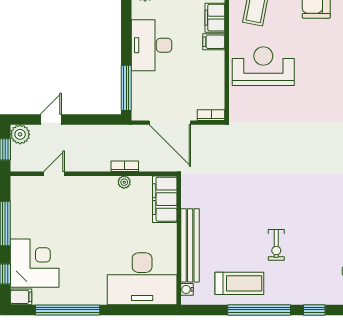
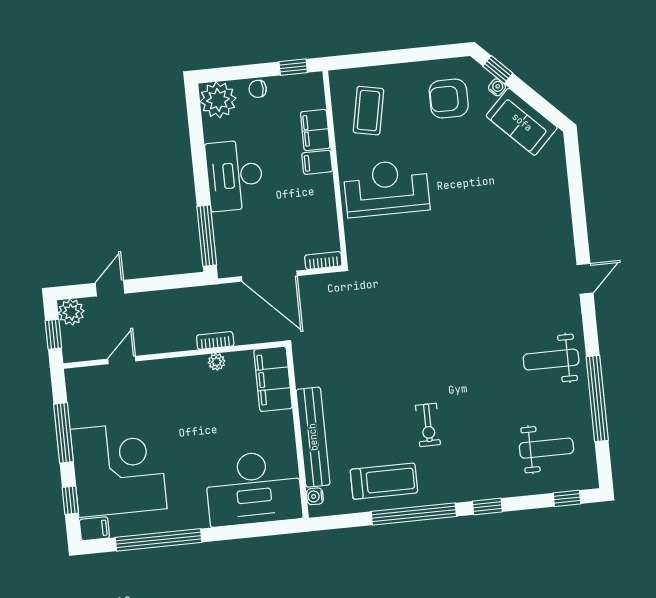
corner desk: (35, 263) -> (119, 469), width x1.36, depth x1.36

